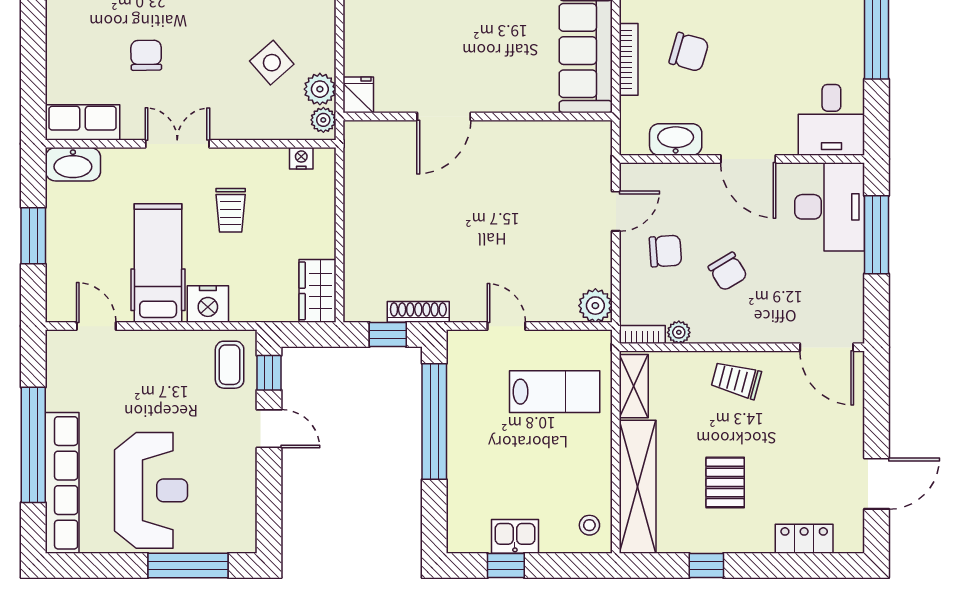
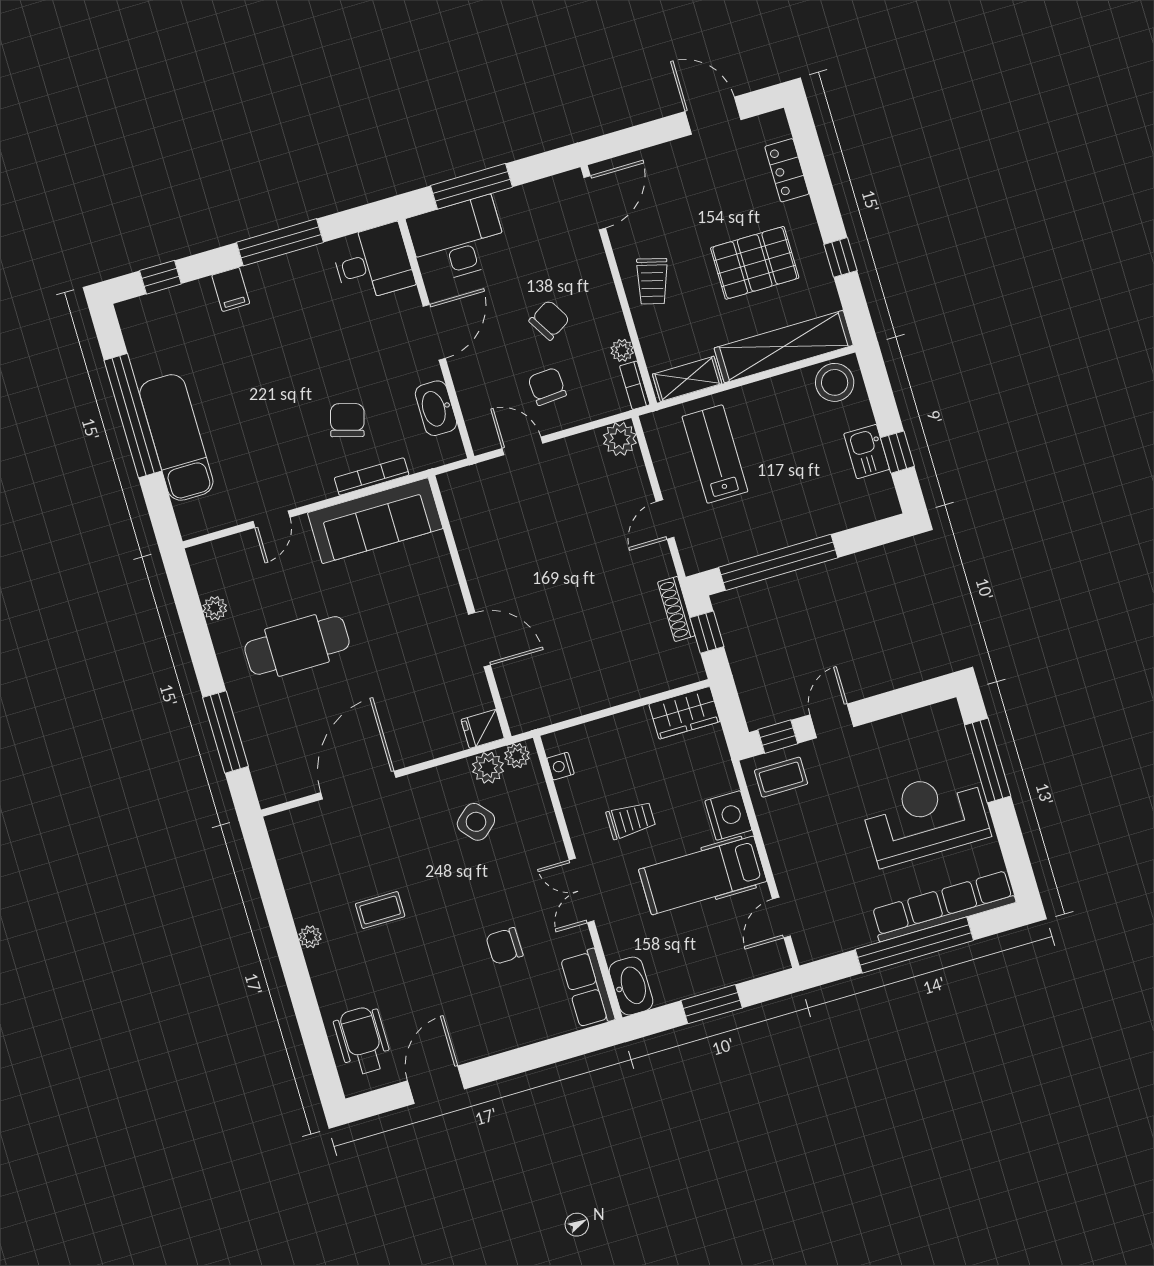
pallet: (725, 482) -> (755, 263), width x1.50, depth x1.42
stool: (589, 525) -> (835, 382), width x1.89, depth x1.89

